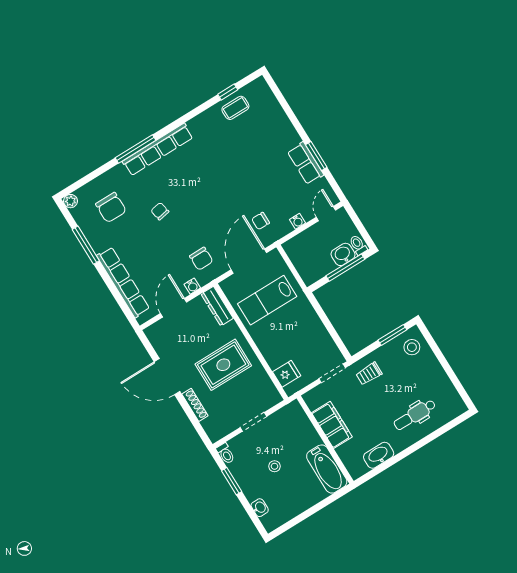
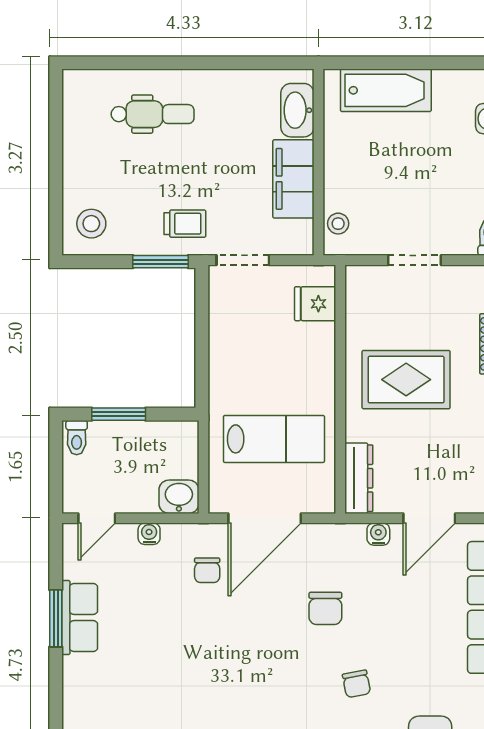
chair: (261, 221) -> (207, 570), turned 90
washbasin: (343, 254) -> (179, 497), moved, turned 180
chair: (201, 259) -> (325, 608), moved, turned 180
window: (345, 268) -> (119, 414), width x0.69
window: (392, 335) -> (161, 262), moved
washbasin: (379, 455) -> (297, 110), moved, turned 90
stool: (275, 466) -> (338, 224), moved
bathtub: (327, 469) -> (386, 90), moved, turned 90

